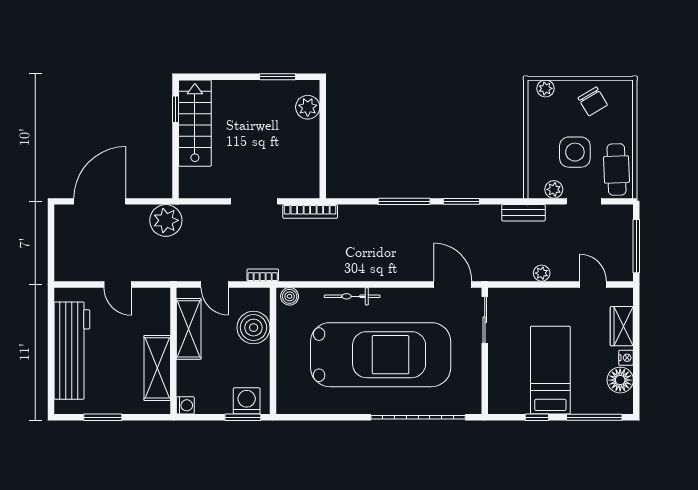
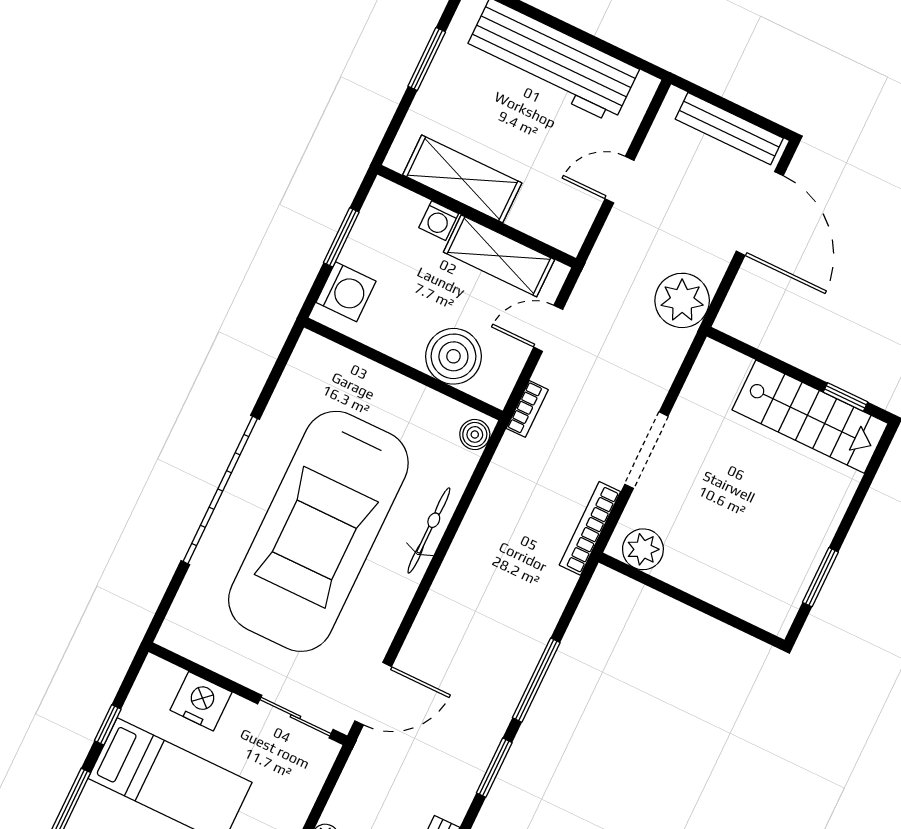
plant: (308, 107) -> (643, 549), moved
bench: (63, 239) -> (729, 129), added
nightstand: (501, 374) -> (201, 701), added
washing machine: (185, 405) -> (439, 221), moved
window: (243, 417) -> (341, 237), moved
garage door: (418, 417) -> (220, 490), moved

